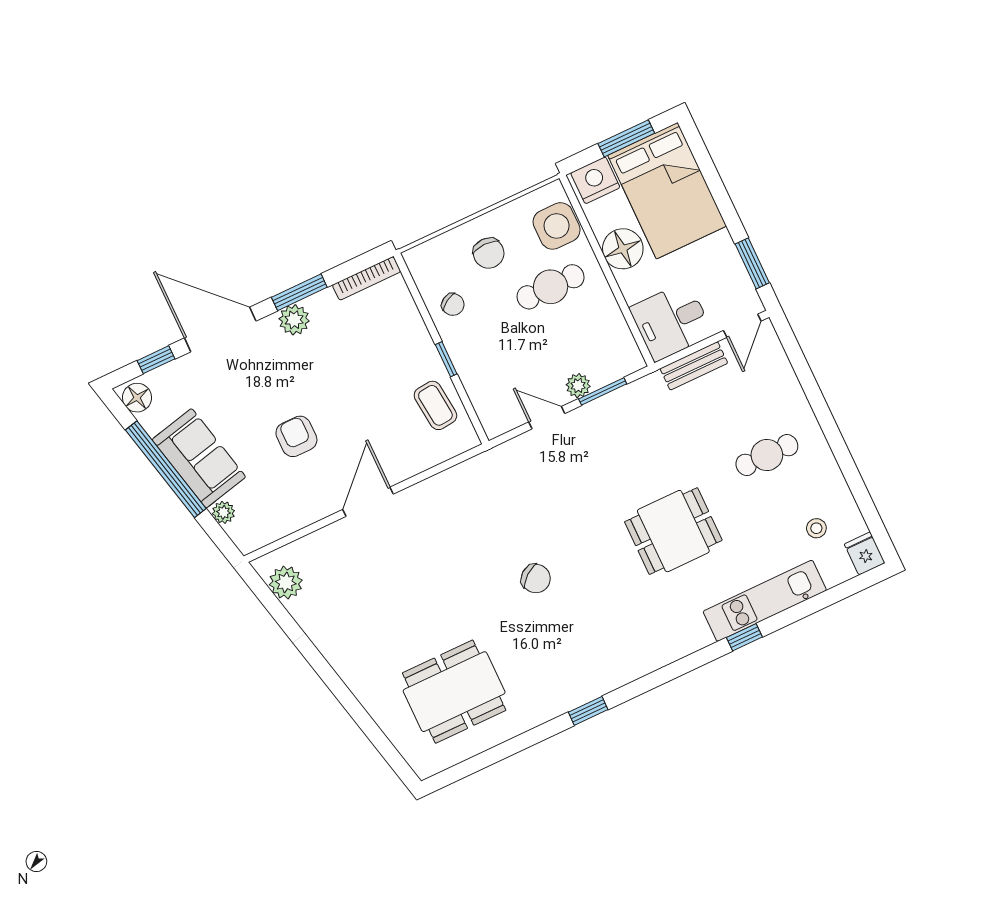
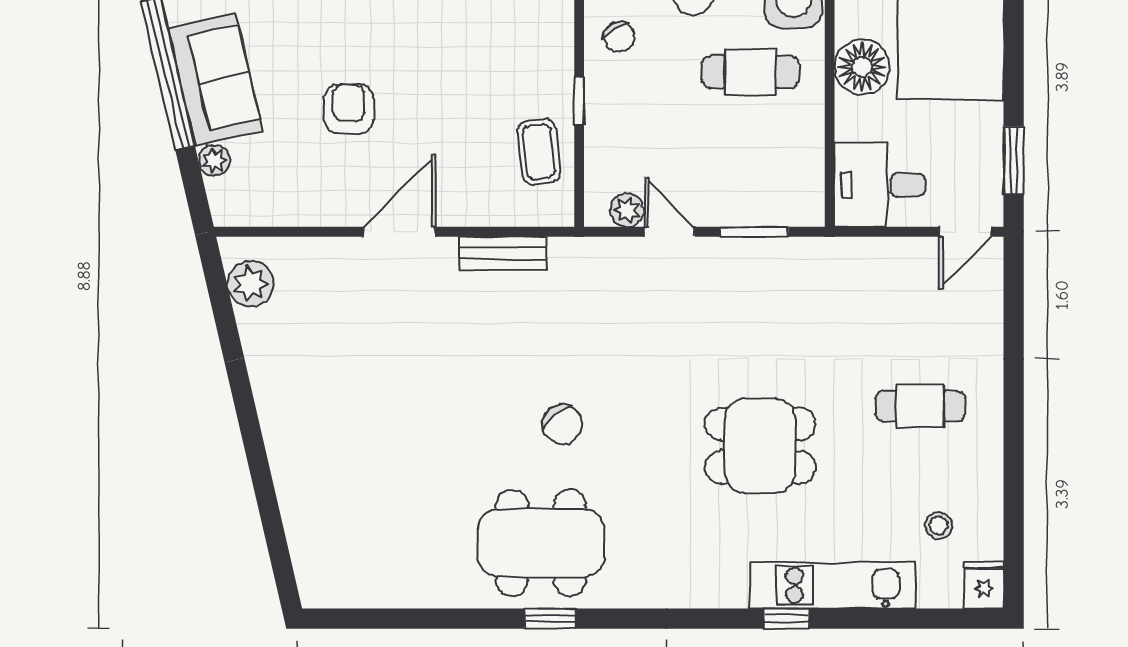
bench: (694, 366) -> (503, 253), moved
plant: (578, 386) -> (627, 210), moved
dining table: (454, 692) -> (541, 543), moved

